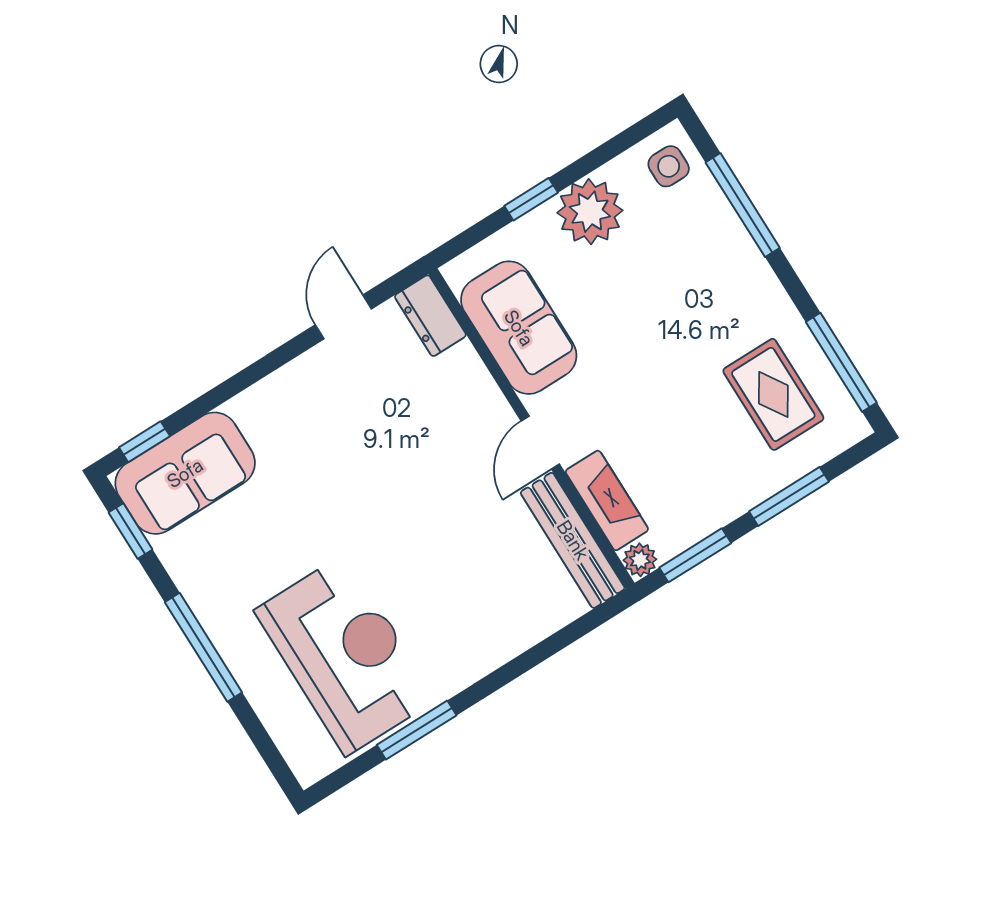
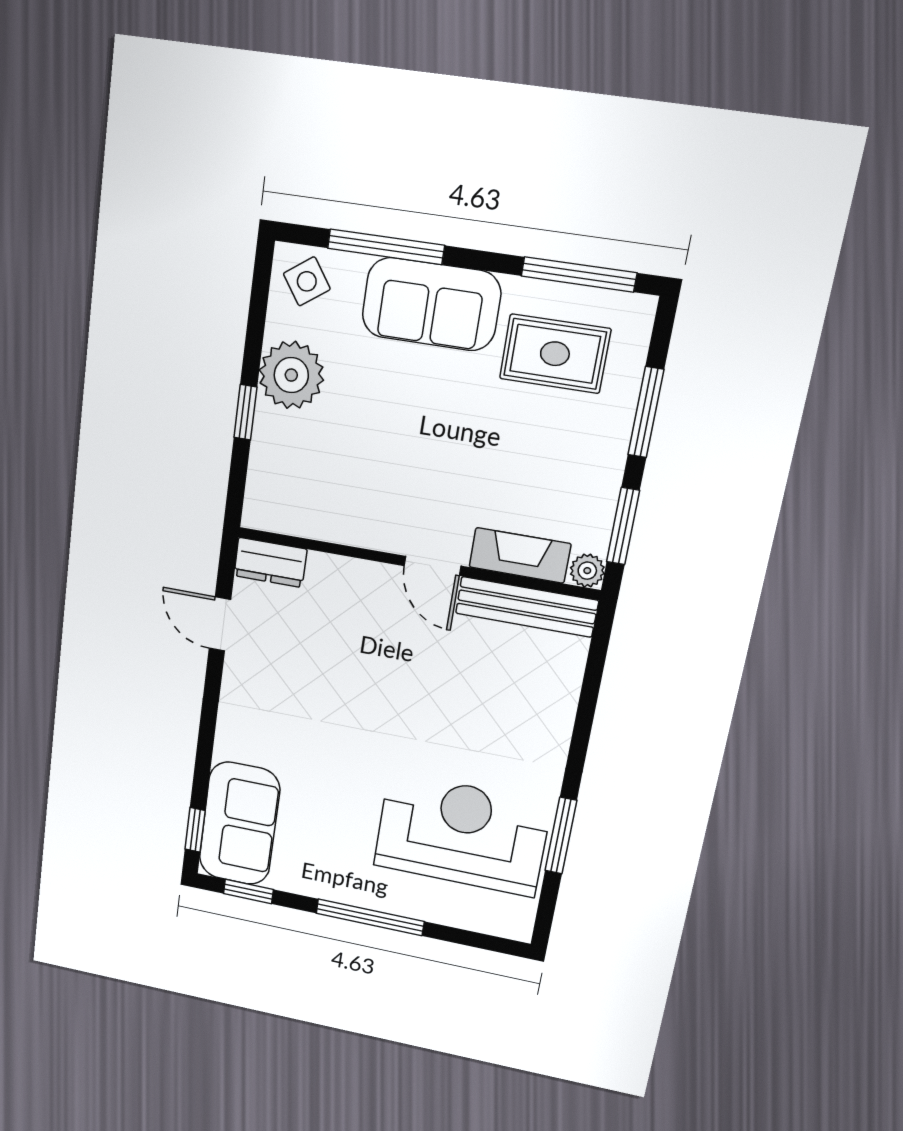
side table: (669, 166) -> (307, 281), turned -35
sofa: (519, 328) -> (431, 304), moved, turned 180

